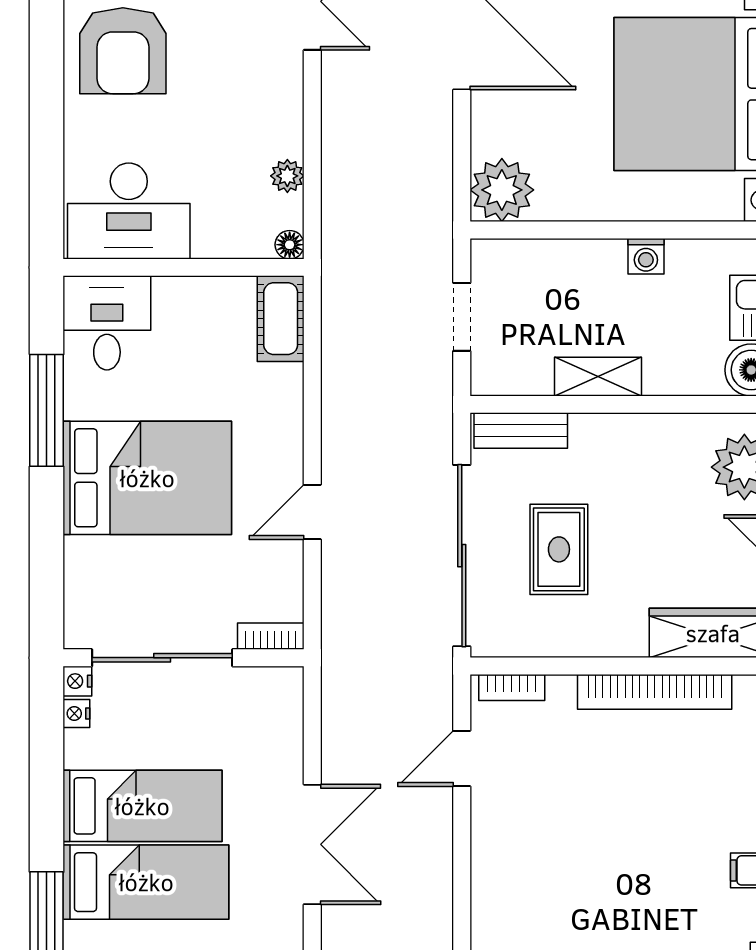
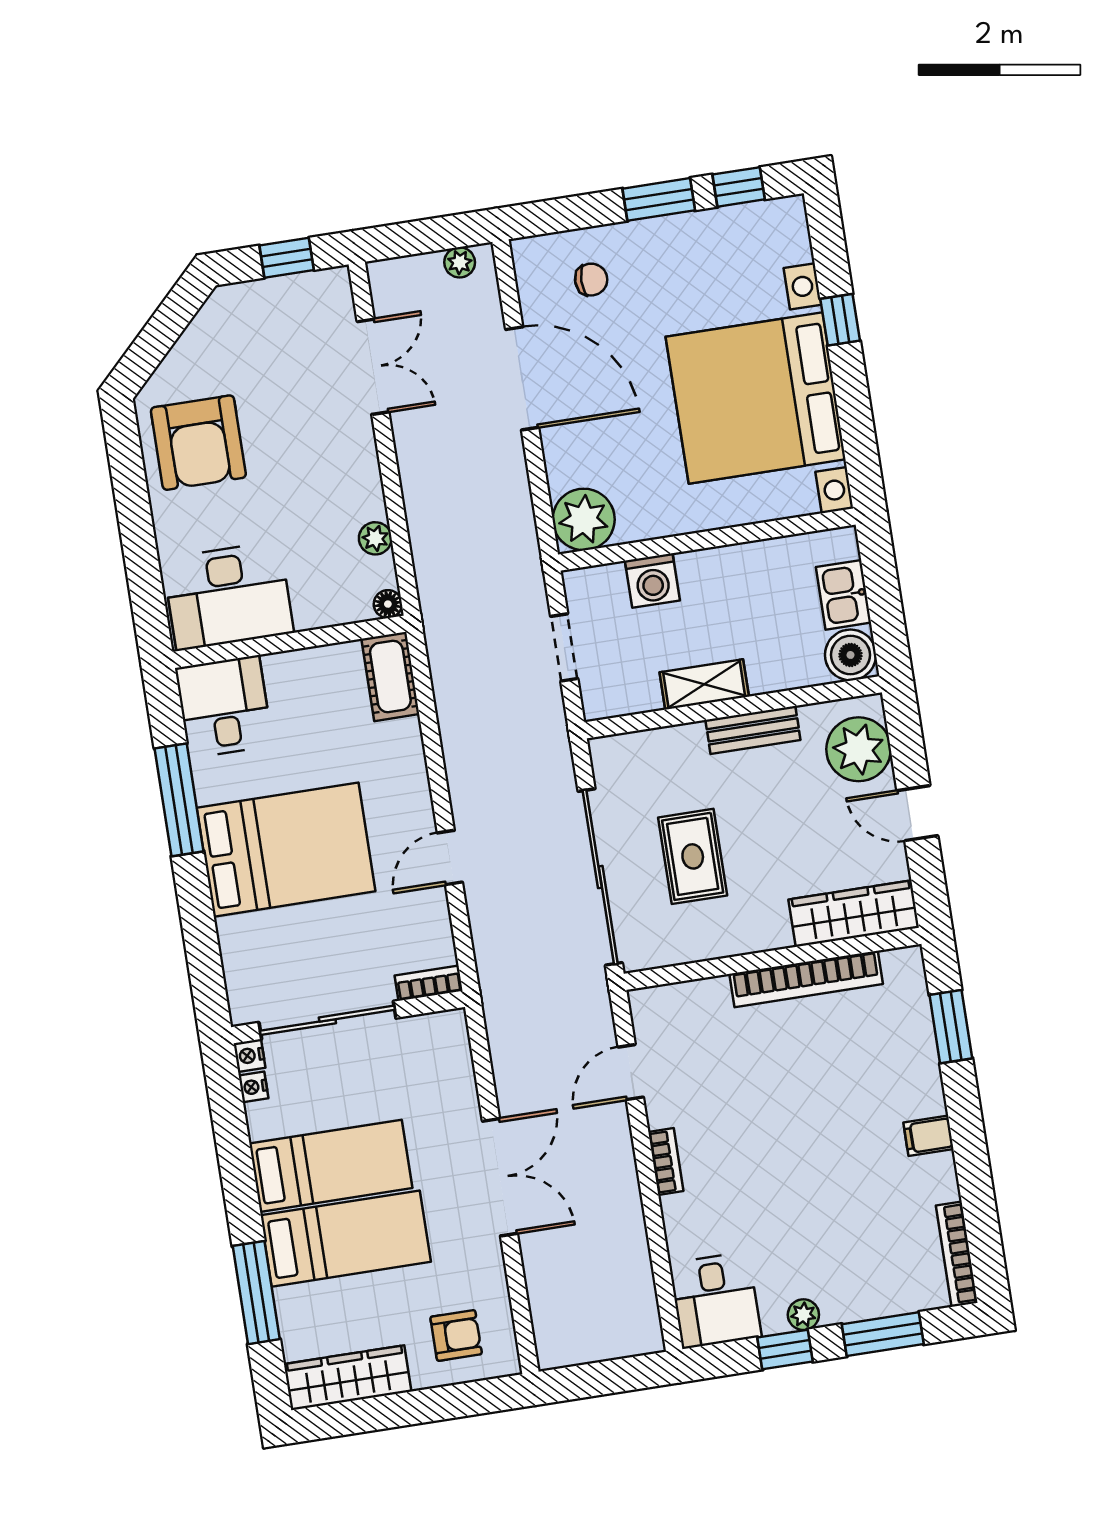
washing machine: (646, 256) -> (652, 581), moved, width x1.38, depth x1.38
bench: (521, 431) -> (753, 730), moved
bookcase: (512, 687) -> (666, 1162), moved, turned -90

